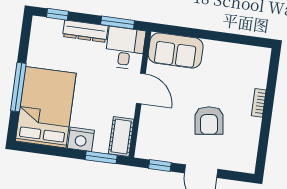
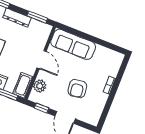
desk: (125, 48) -> (38, 33), removed
sofa: (176, 51) -> (73, 44), width x1.36
plant: (148, 131) -> (40, 86), added

